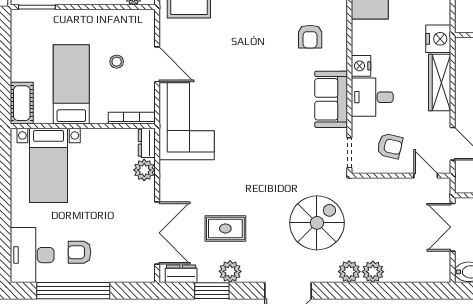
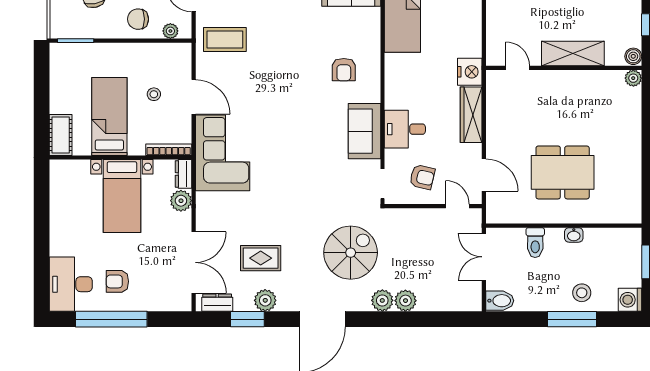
nightstand: (361, 66) -> (394, 98), removed
bed with nightstands: (49, 165) -> (122, 196), moved

